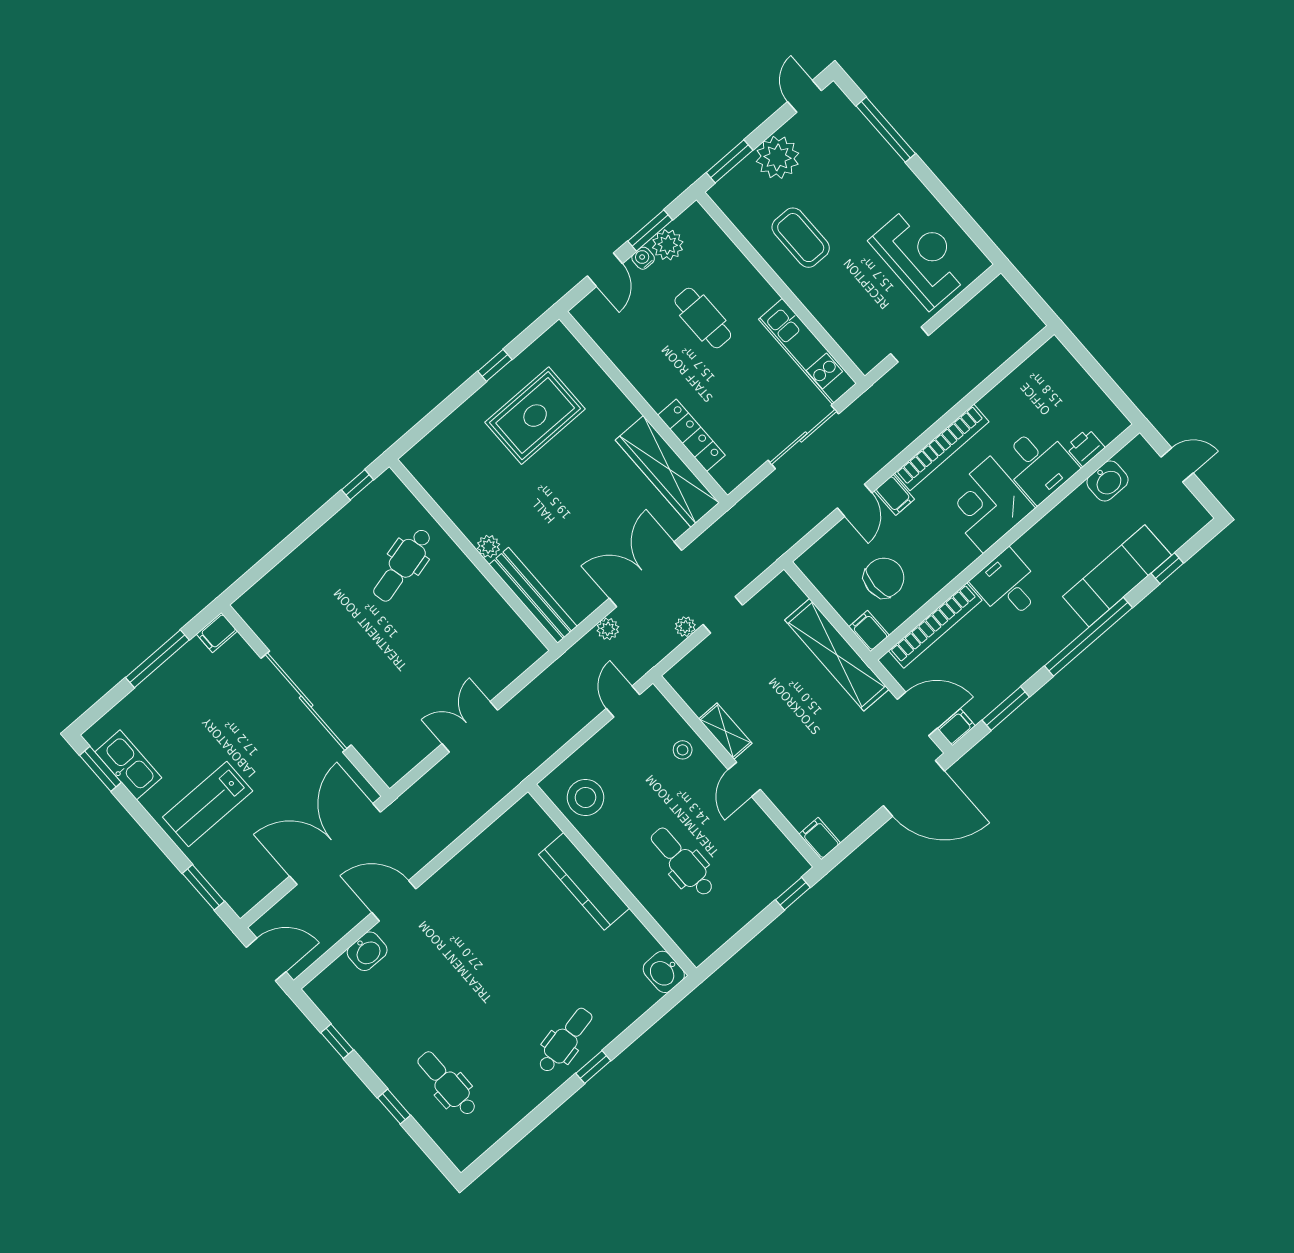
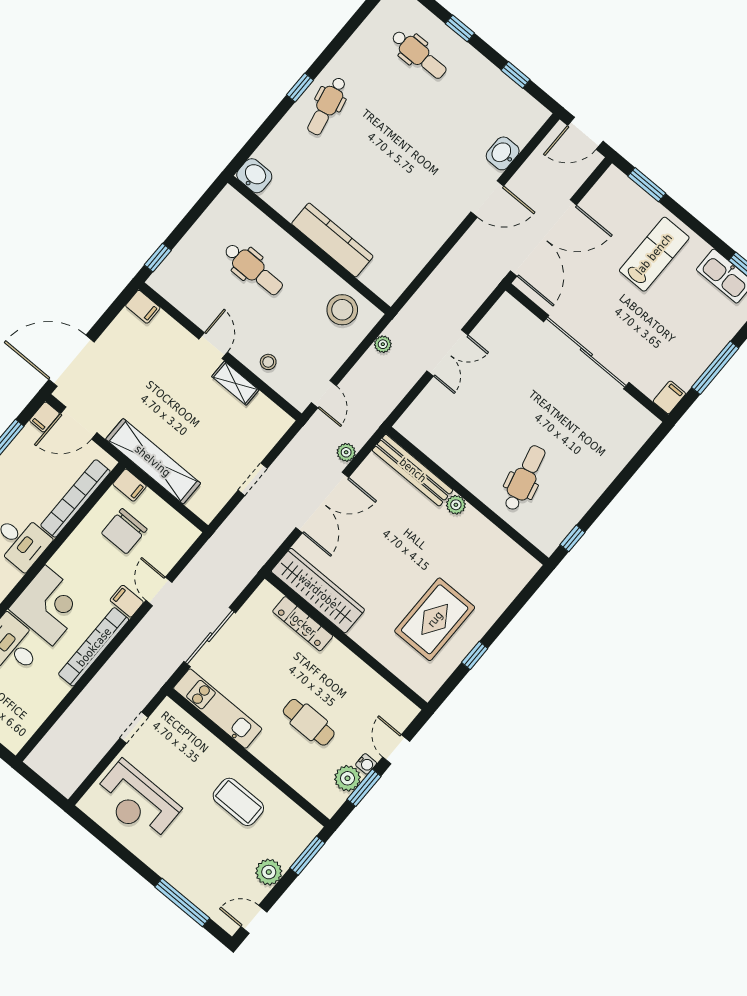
door: (805, 96) -> (254, 919), swing flipped
plant: (778, 157) -> (269, 872), width x0.73, depth x0.73
plant: (685, 627) -> (383, 344), moved

